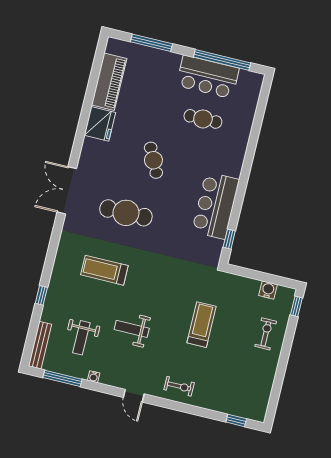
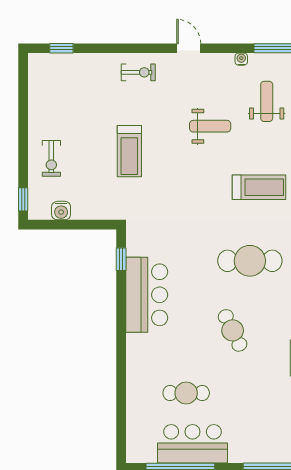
exercise bike: (179, 386) -> (138, 72), turned 180

